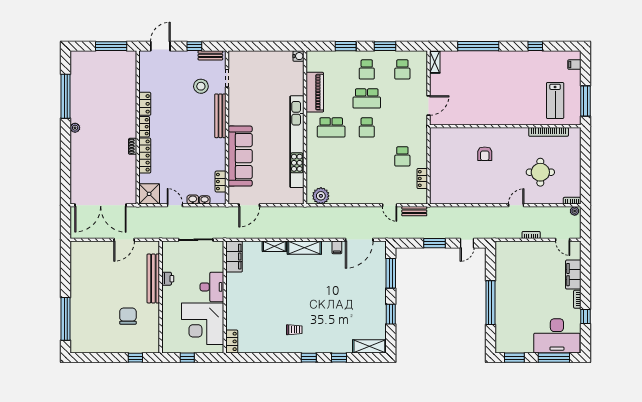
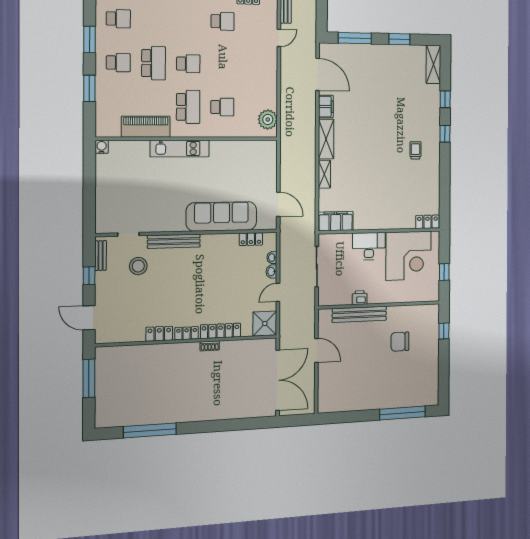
plant: (75, 128) -> (188, 416), removed
kitchen unit: (297, 142) -> (180, 149), width x0.54
school desk: (331, 156) -> (222, 107), added
filing cabinet: (337, 247) -> (326, 107), width x2.00

